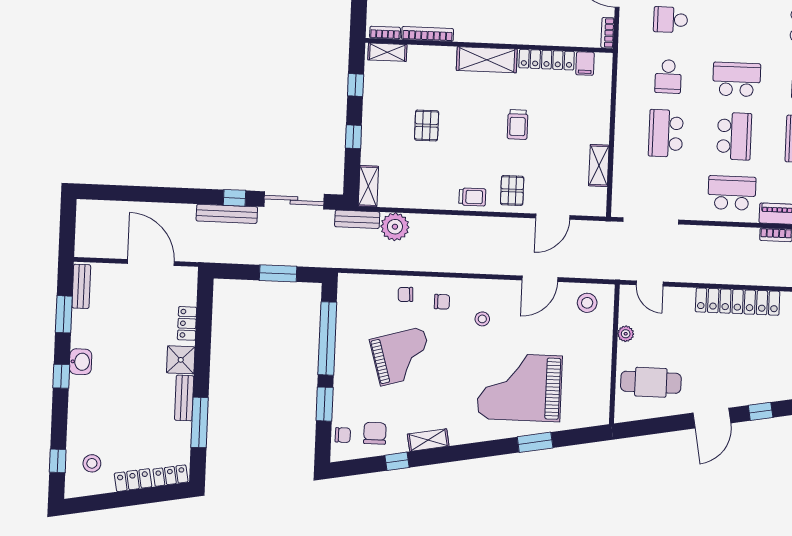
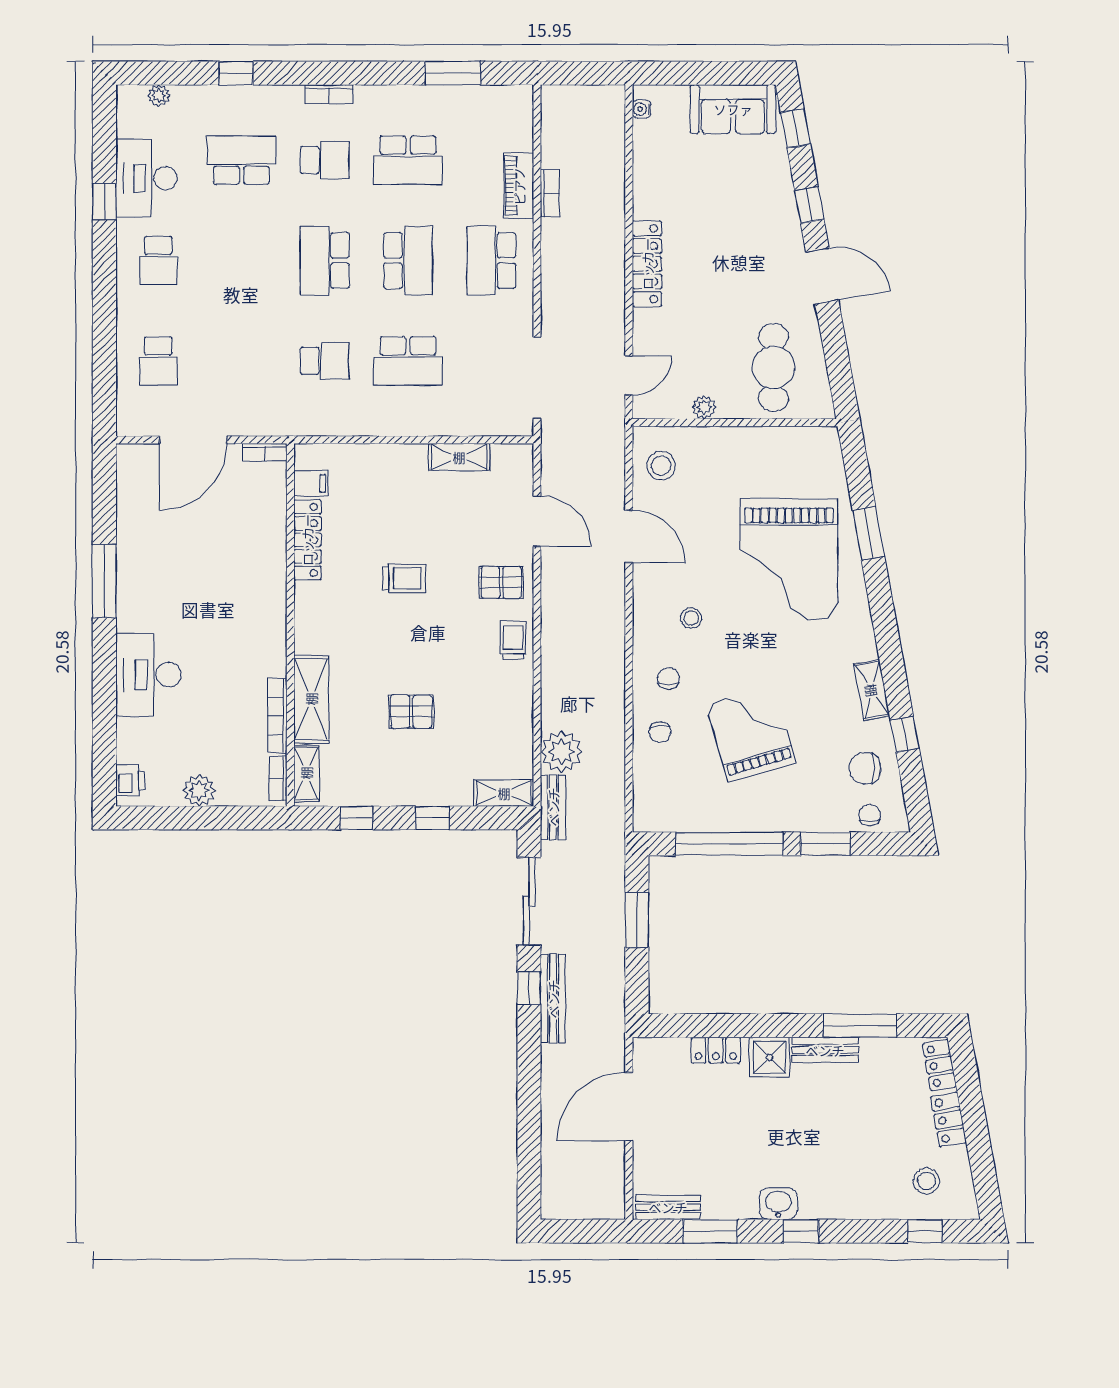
school desk: (671, 20) -> (241, 361), removed
shelving: (487, 60) -> (311, 699), moved
school desk: (734, 136) -> (408, 261), turned 90
locker: (738, 302) -> (647, 264), width x0.71, depth x0.83

